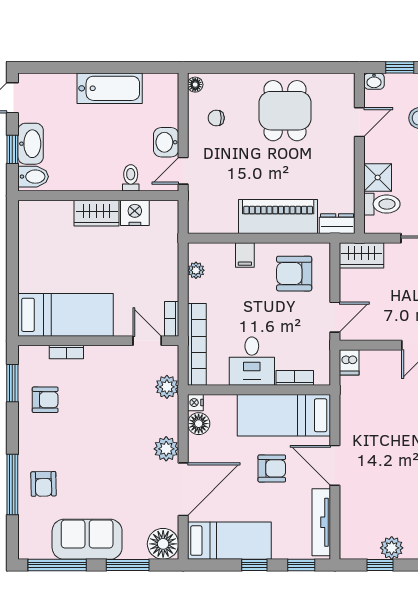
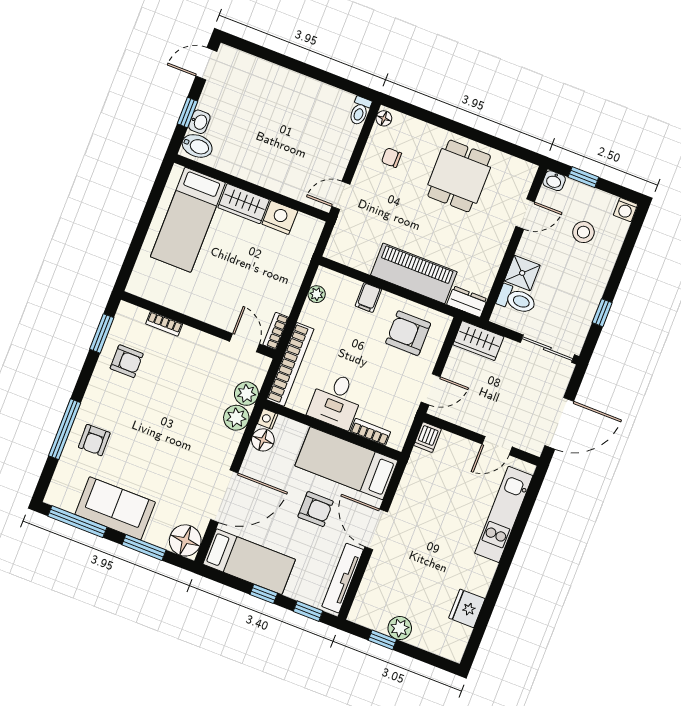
bathtub: (110, 88) -> (302, 90), removed
washbasin: (166, 142) -> (335, 162), removed
washbasin: (31, 144) -> (199, 122), width x0.52, depth x0.69
toilet: (131, 178) -> (360, 111), moved, turned 180
bed: (66, 315) -> (188, 220), moved, turned 90
plant: (166, 449) -> (236, 418), moved

